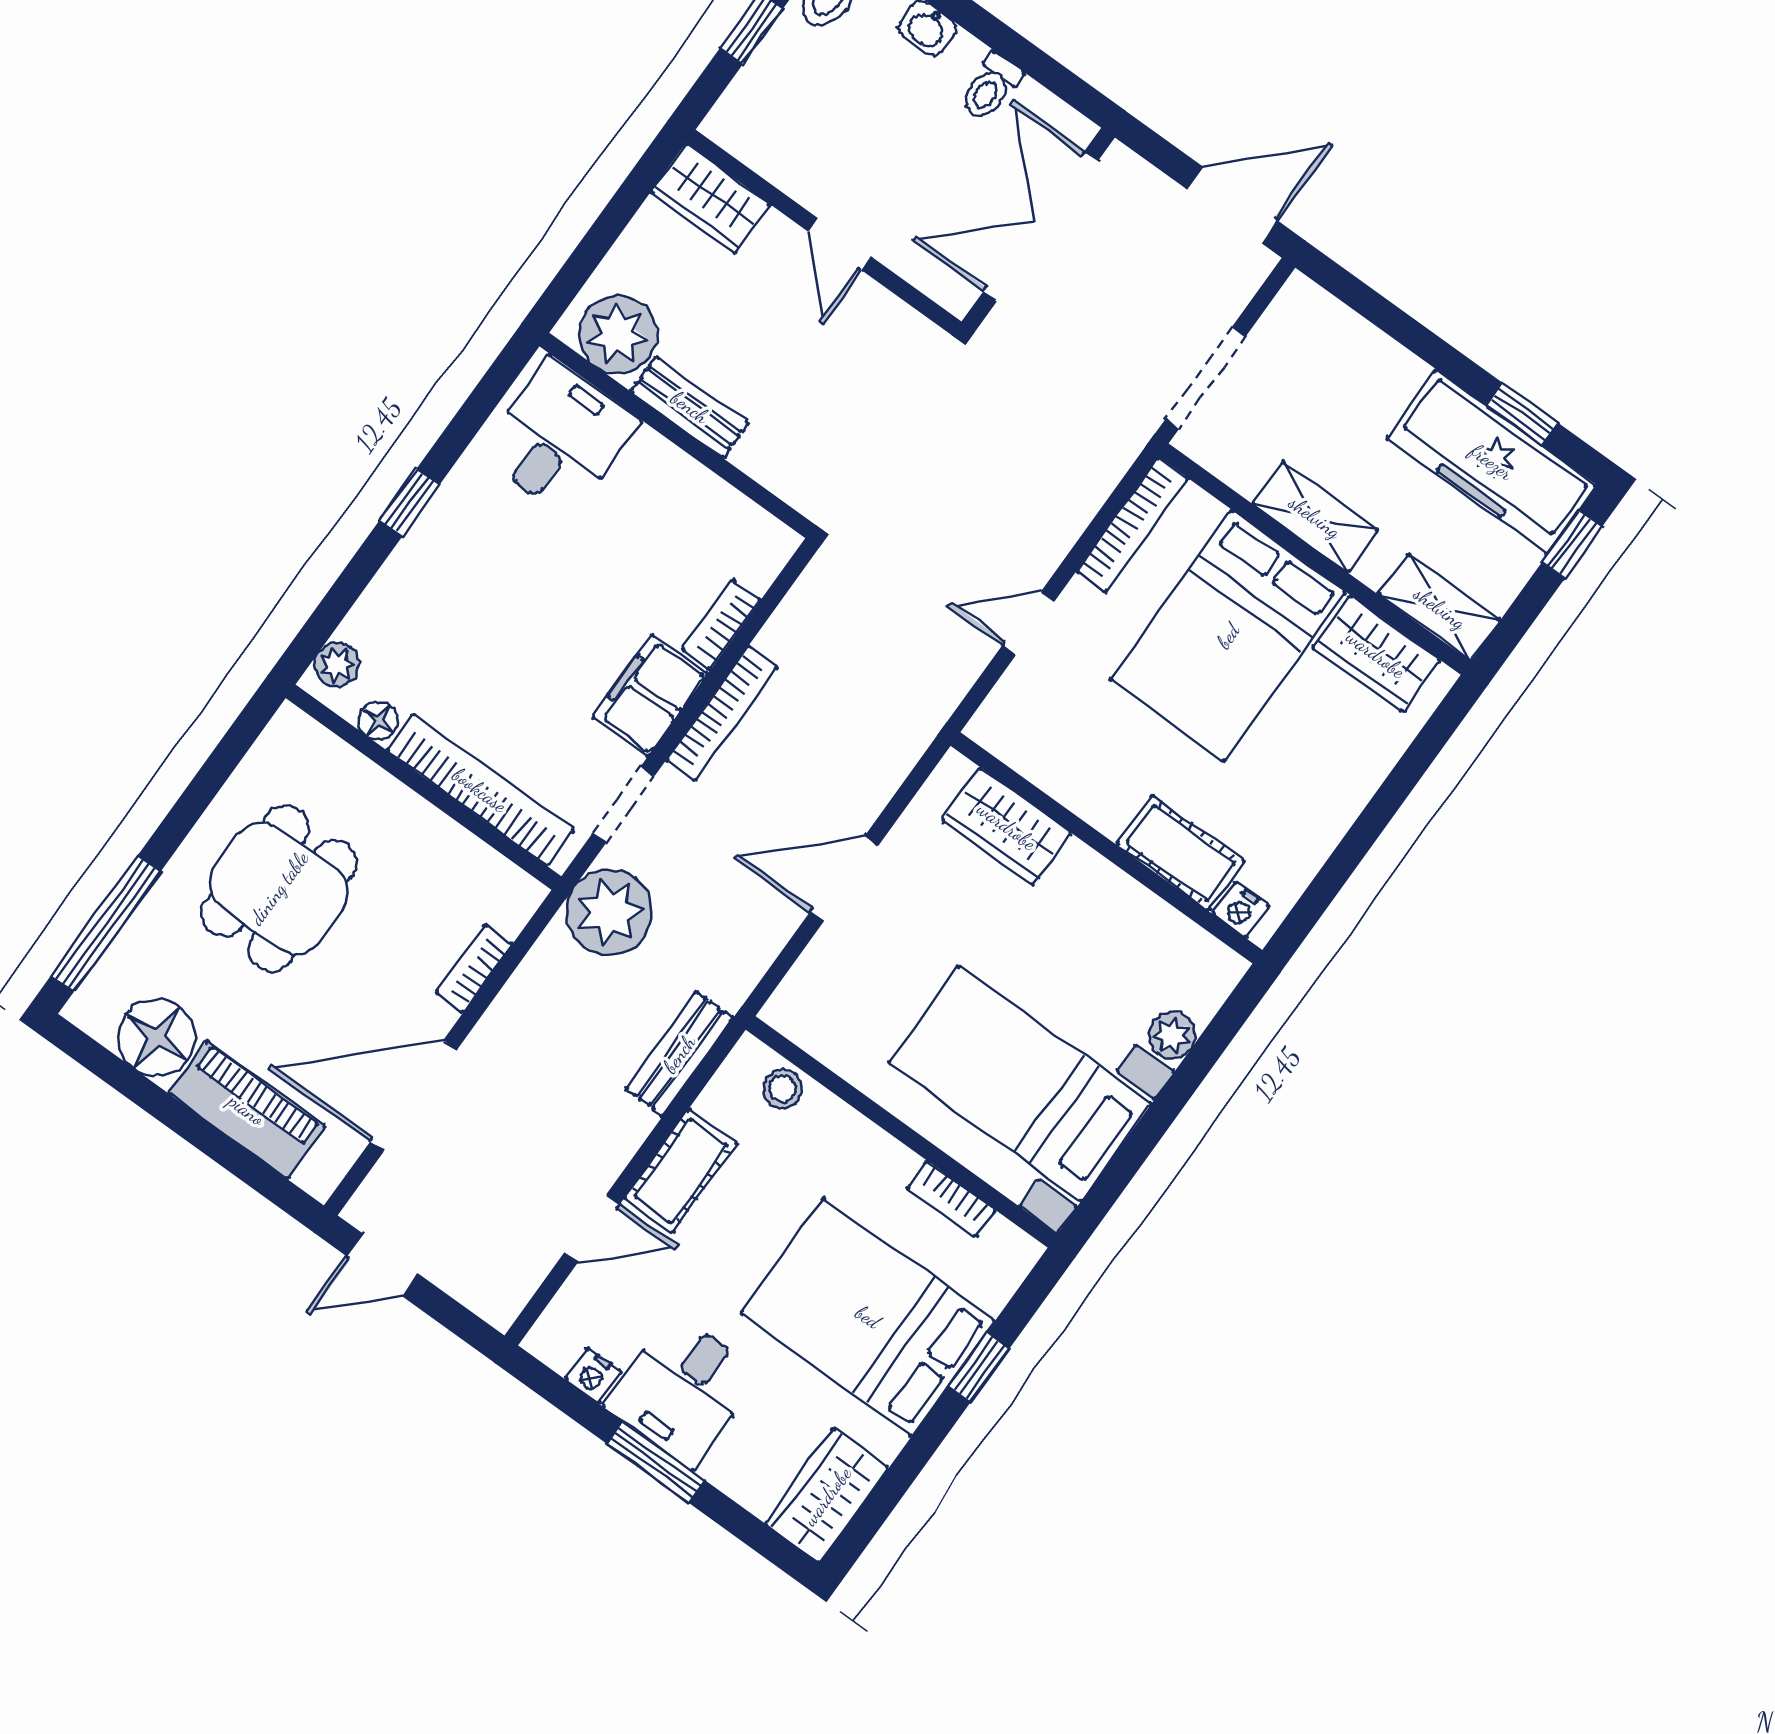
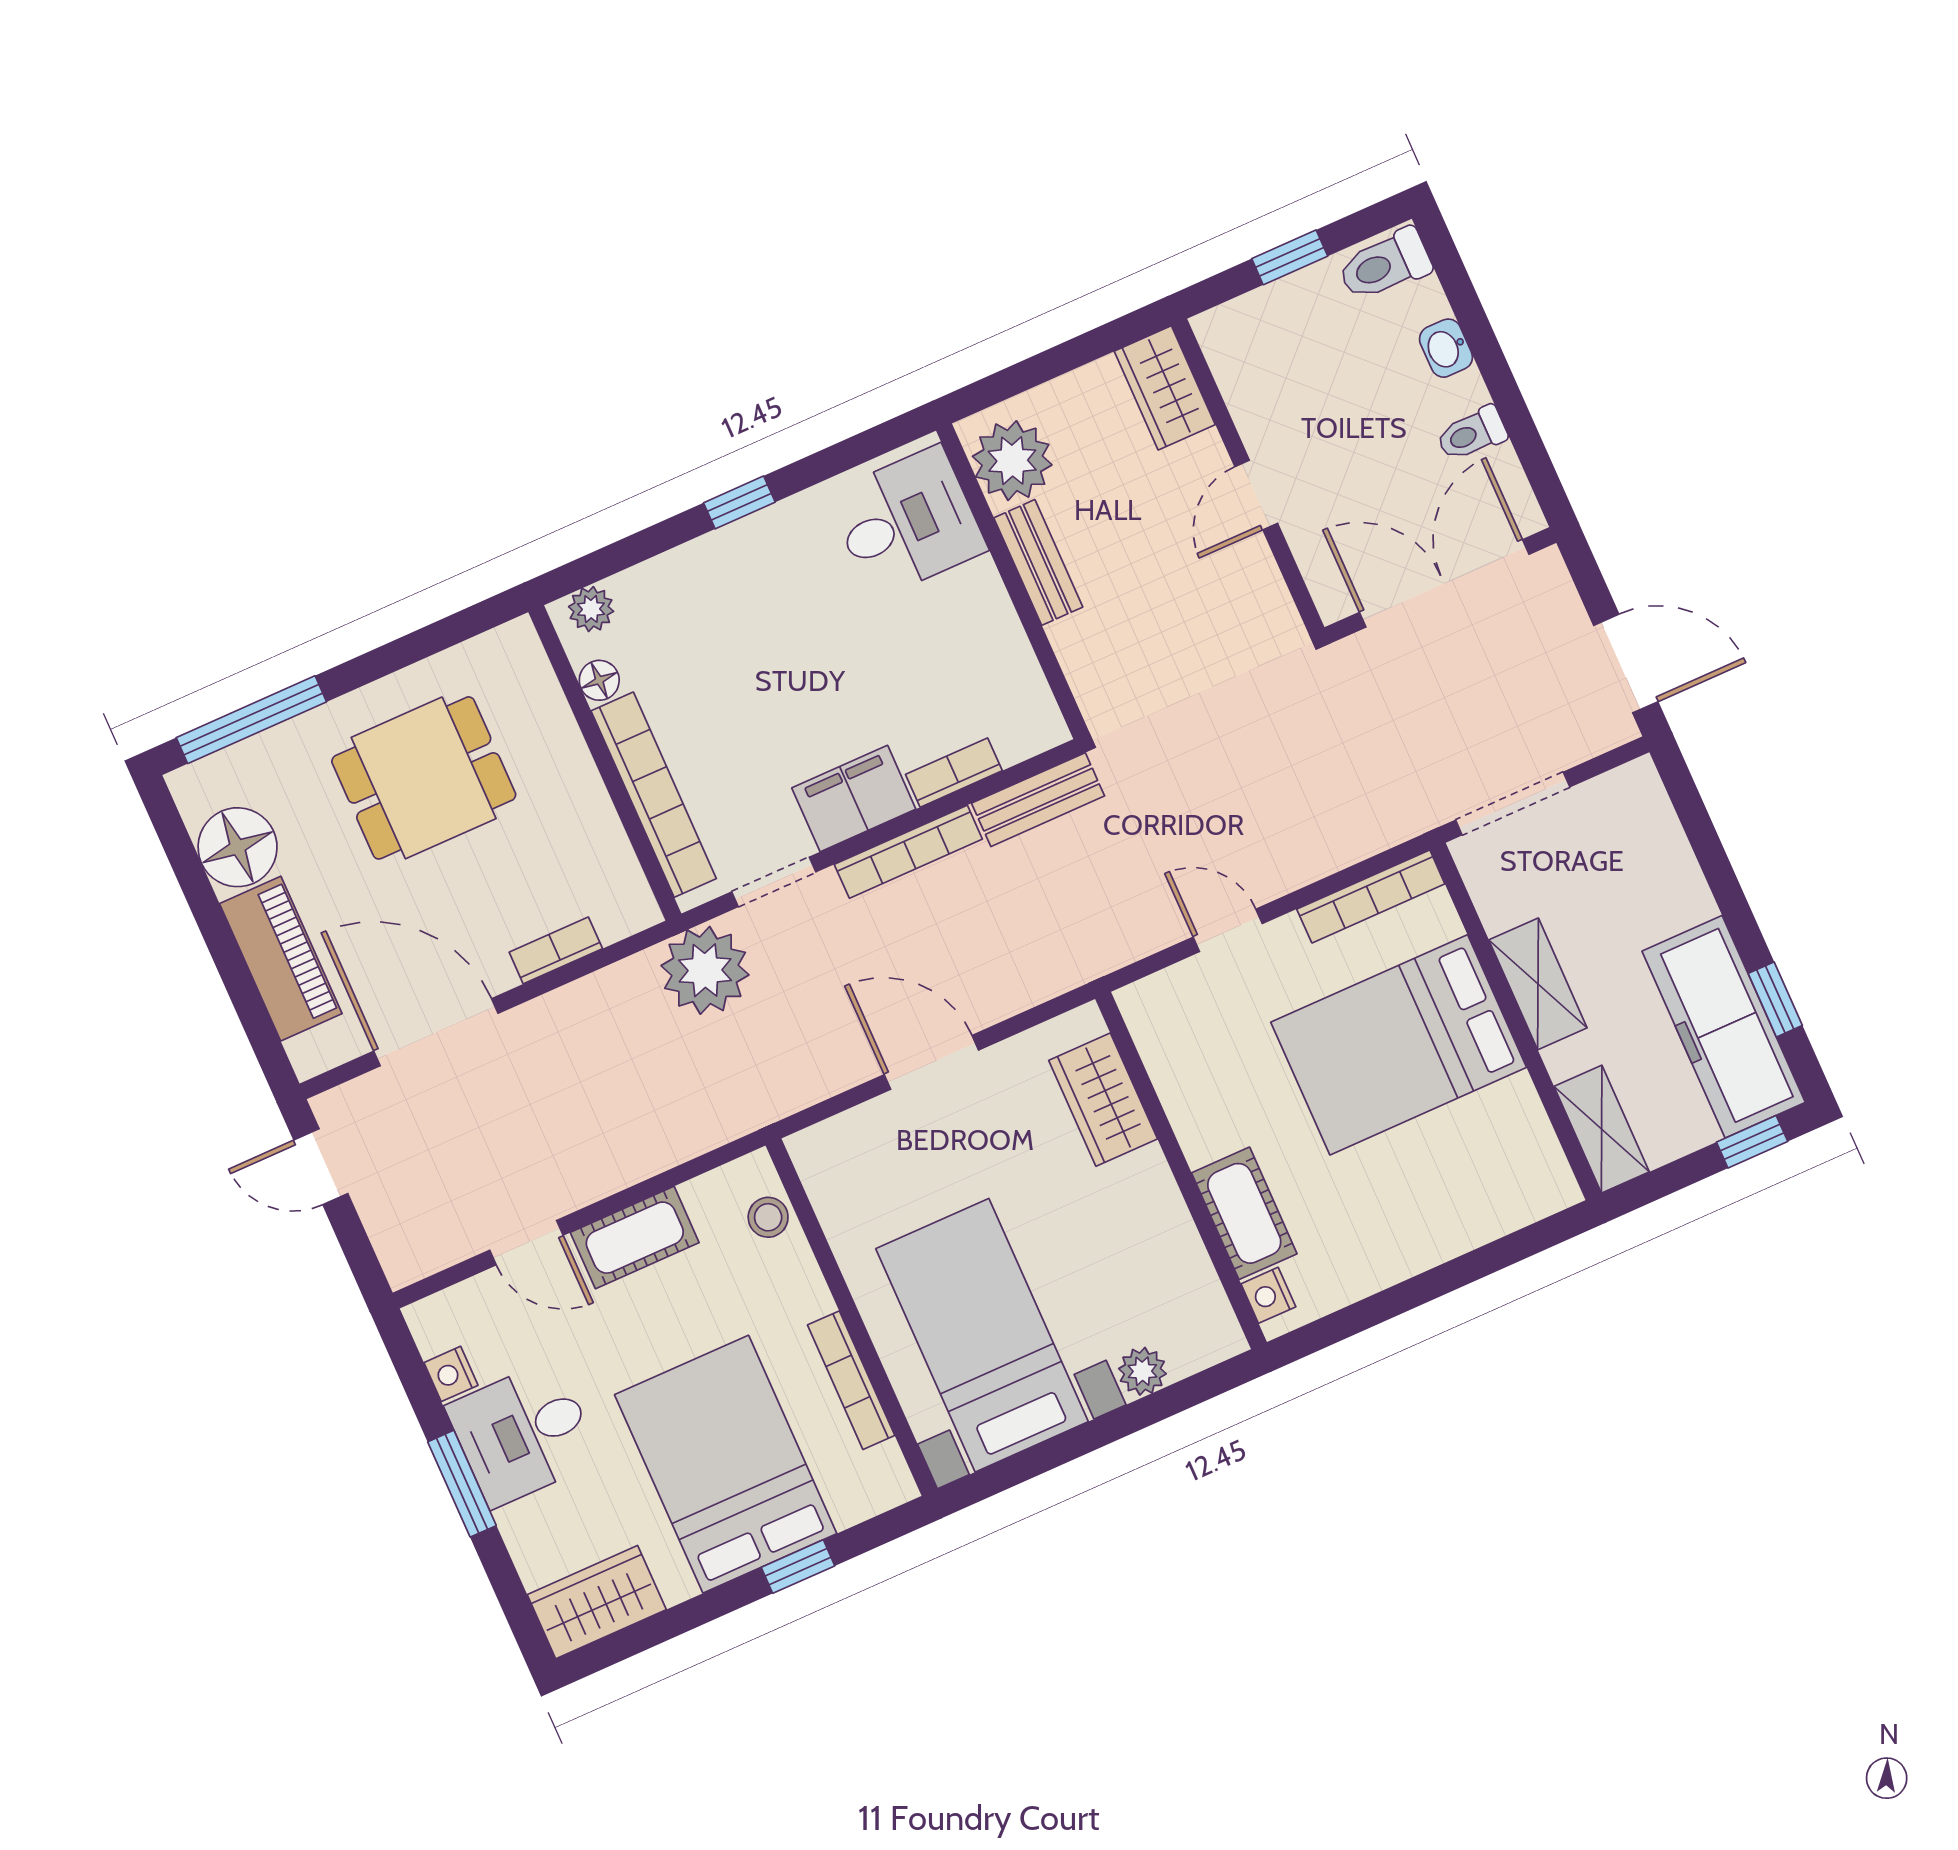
wardrobe: (1376, 654) -> (1521, 1138), removed
bench: (679, 1054) -> (1038, 800), moved
bookcase: (951, 1199) -> (851, 1380), width x1.56

